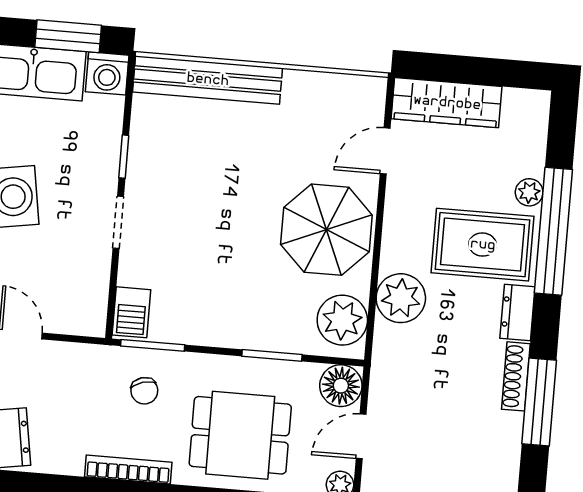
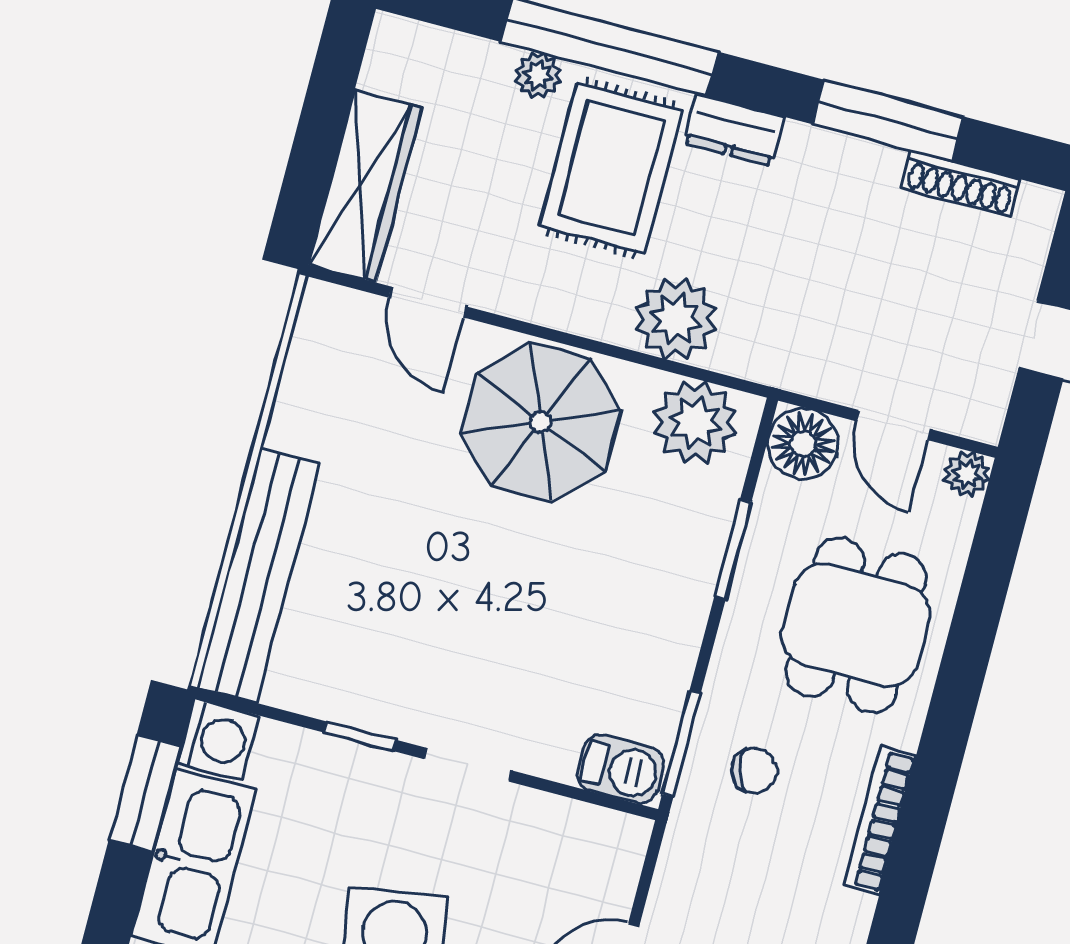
shoe rack: (516, 376) -> (961, 183), moved

